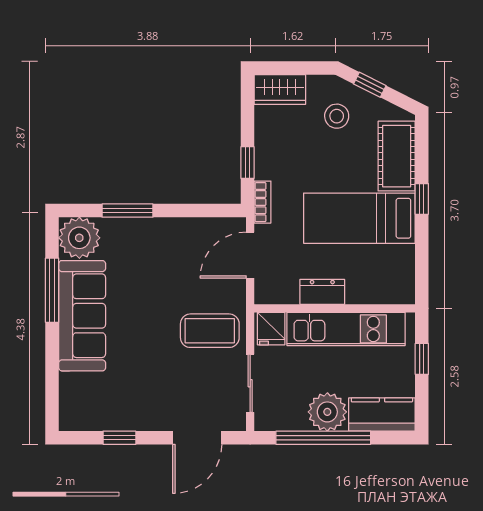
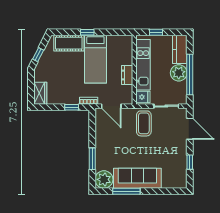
stool: (337, 116) -> (52, 69), removed

